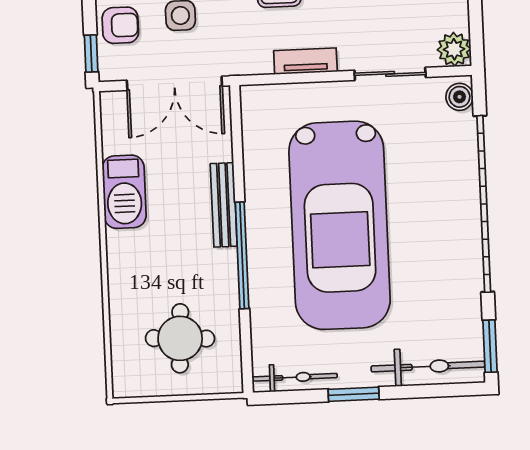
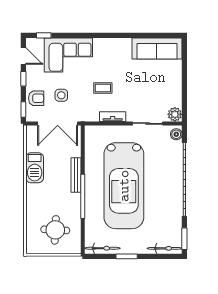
bicycle: (428, 366) -> (165, 248), width x0.73, depth x0.71

